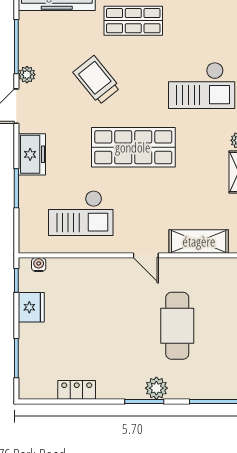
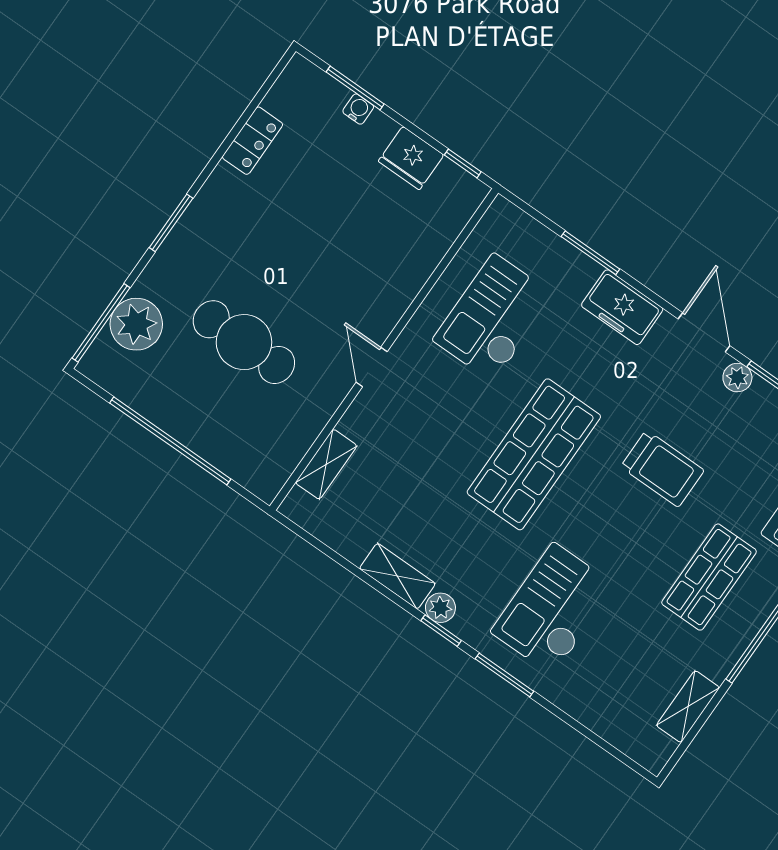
trolley: (97, 80) -> (662, 469), turned 39
shelving: (199, 241) -> (326, 464), width x0.67, depth x0.75
door: (146, 255) -> (372, 367), hinge flipped
water cooler: (39, 265) -> (358, 109), moved, turned -90
plant: (156, 388) -> (136, 324), moved, width x1.36, depth x1.36

